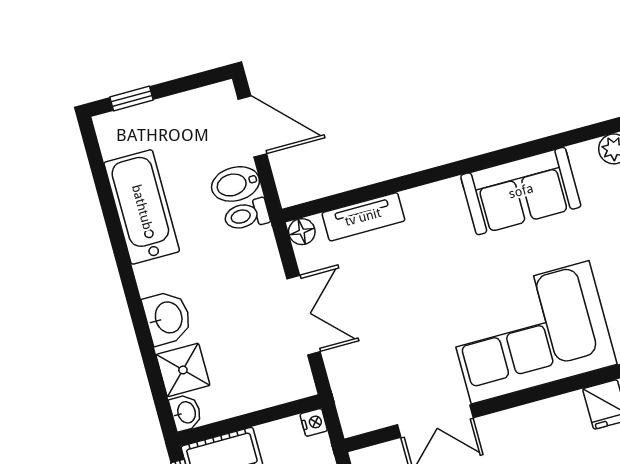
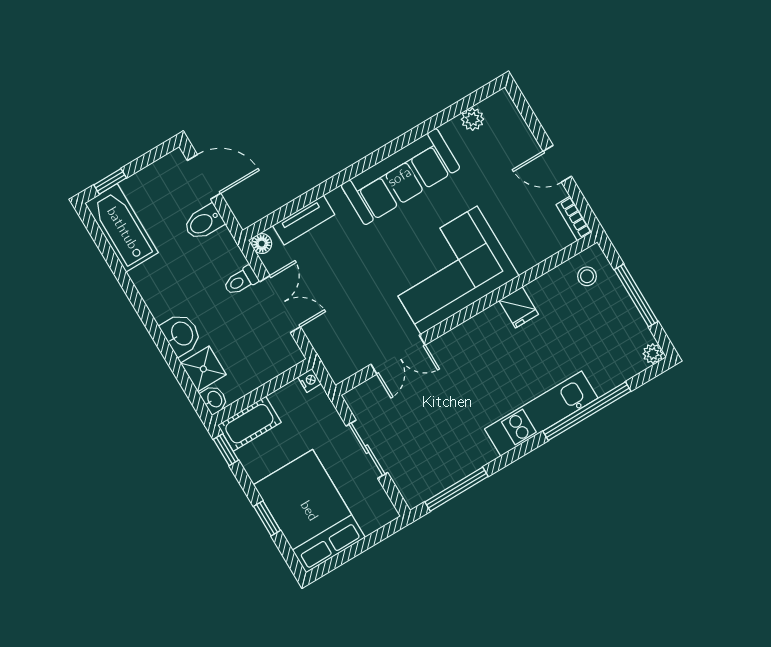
sofa: (521, 191) -> (400, 177), width x1.36
bathtub: (142, 207) -> (122, 228), moved
toilet: (247, 215) -> (241, 281), moved

